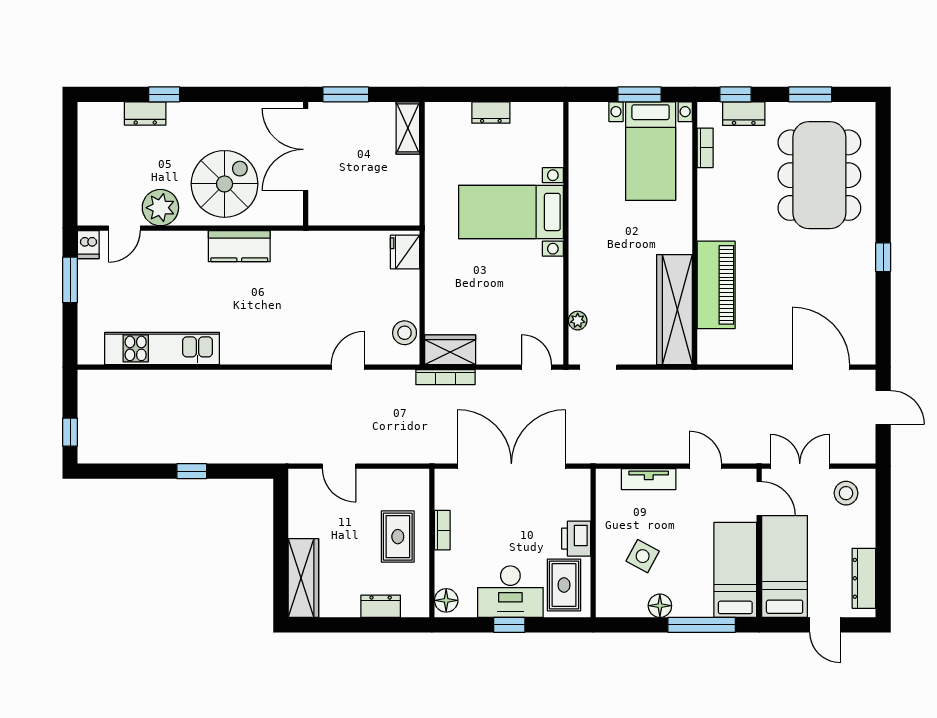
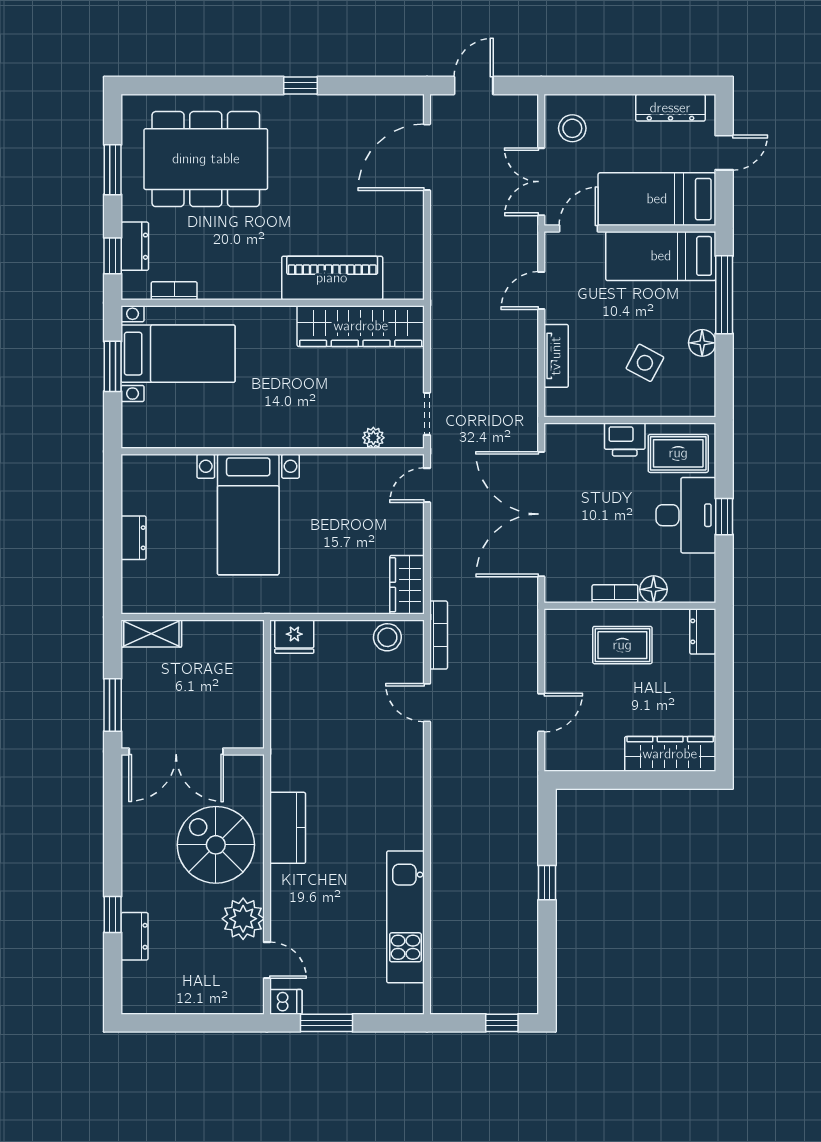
bookcase: (445, 377) -> (439, 635), moved
floor lamp: (446, 600) -> (654, 589), moved
dresser: (381, 606) -> (703, 631), moved

